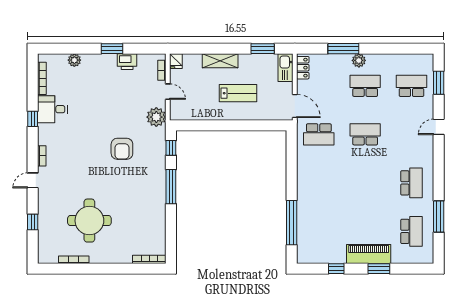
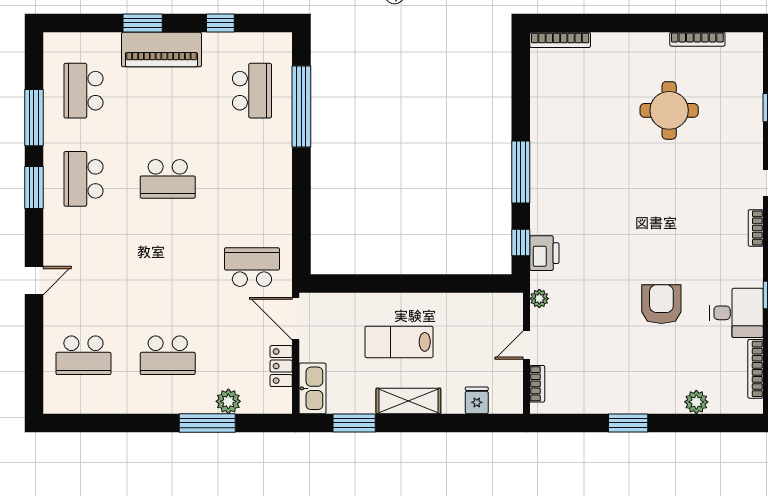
plant: (359, 60) -> (228, 401), moved
fridge: (176, 61) -> (477, 400), moved
shelving: (220, 61) -> (408, 401), moved
printer: (127, 62) -> (544, 253), moved, turned 90
locker: (303, 68) -> (281, 366), moved
window: (439, 83) -> (34, 187), moved
door: (168, 92) -> (526, 345), hinge flipped
plant: (156, 117) -> (539, 299), width x0.53, depth x0.53
school desk: (365, 134) -> (168, 179), moved
armchair: (122, 149) -> (661, 304), moved
round table: (89, 221) -> (669, 110), width x0.73, depth x0.73
school desk: (319, 231) -> (252, 91), added

